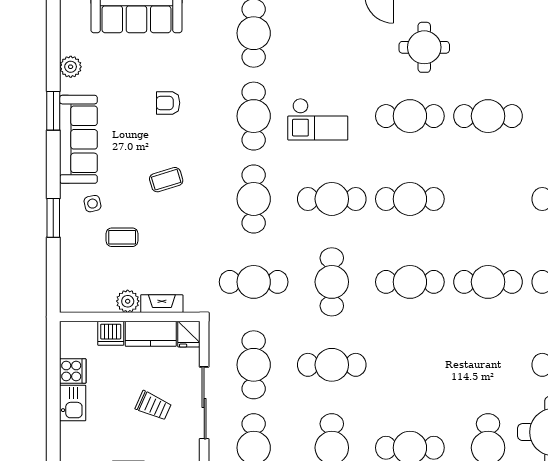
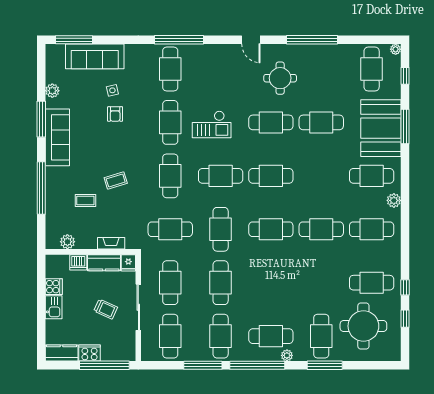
armchair: (168, 103) -> (115, 114), turned -90
window: (53, 111) -> (41, 119), width x1.44
coffee table: (166, 180) -> (116, 180), moved
side table: (92, 204) -> (112, 90), moved
window: (53, 218) -> (41, 188), width x2.11
plant: (128, 301) -> (67, 242), moved
cafe table: (332, 365) -> (221, 283), turned 90

